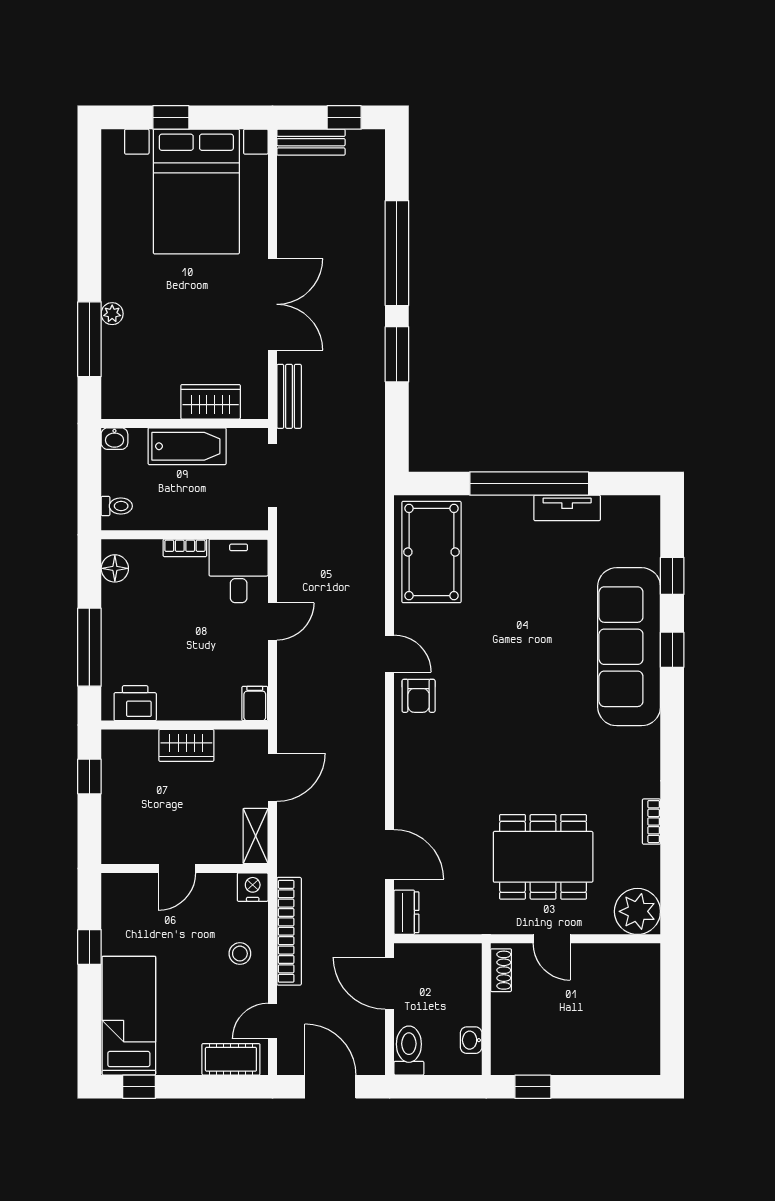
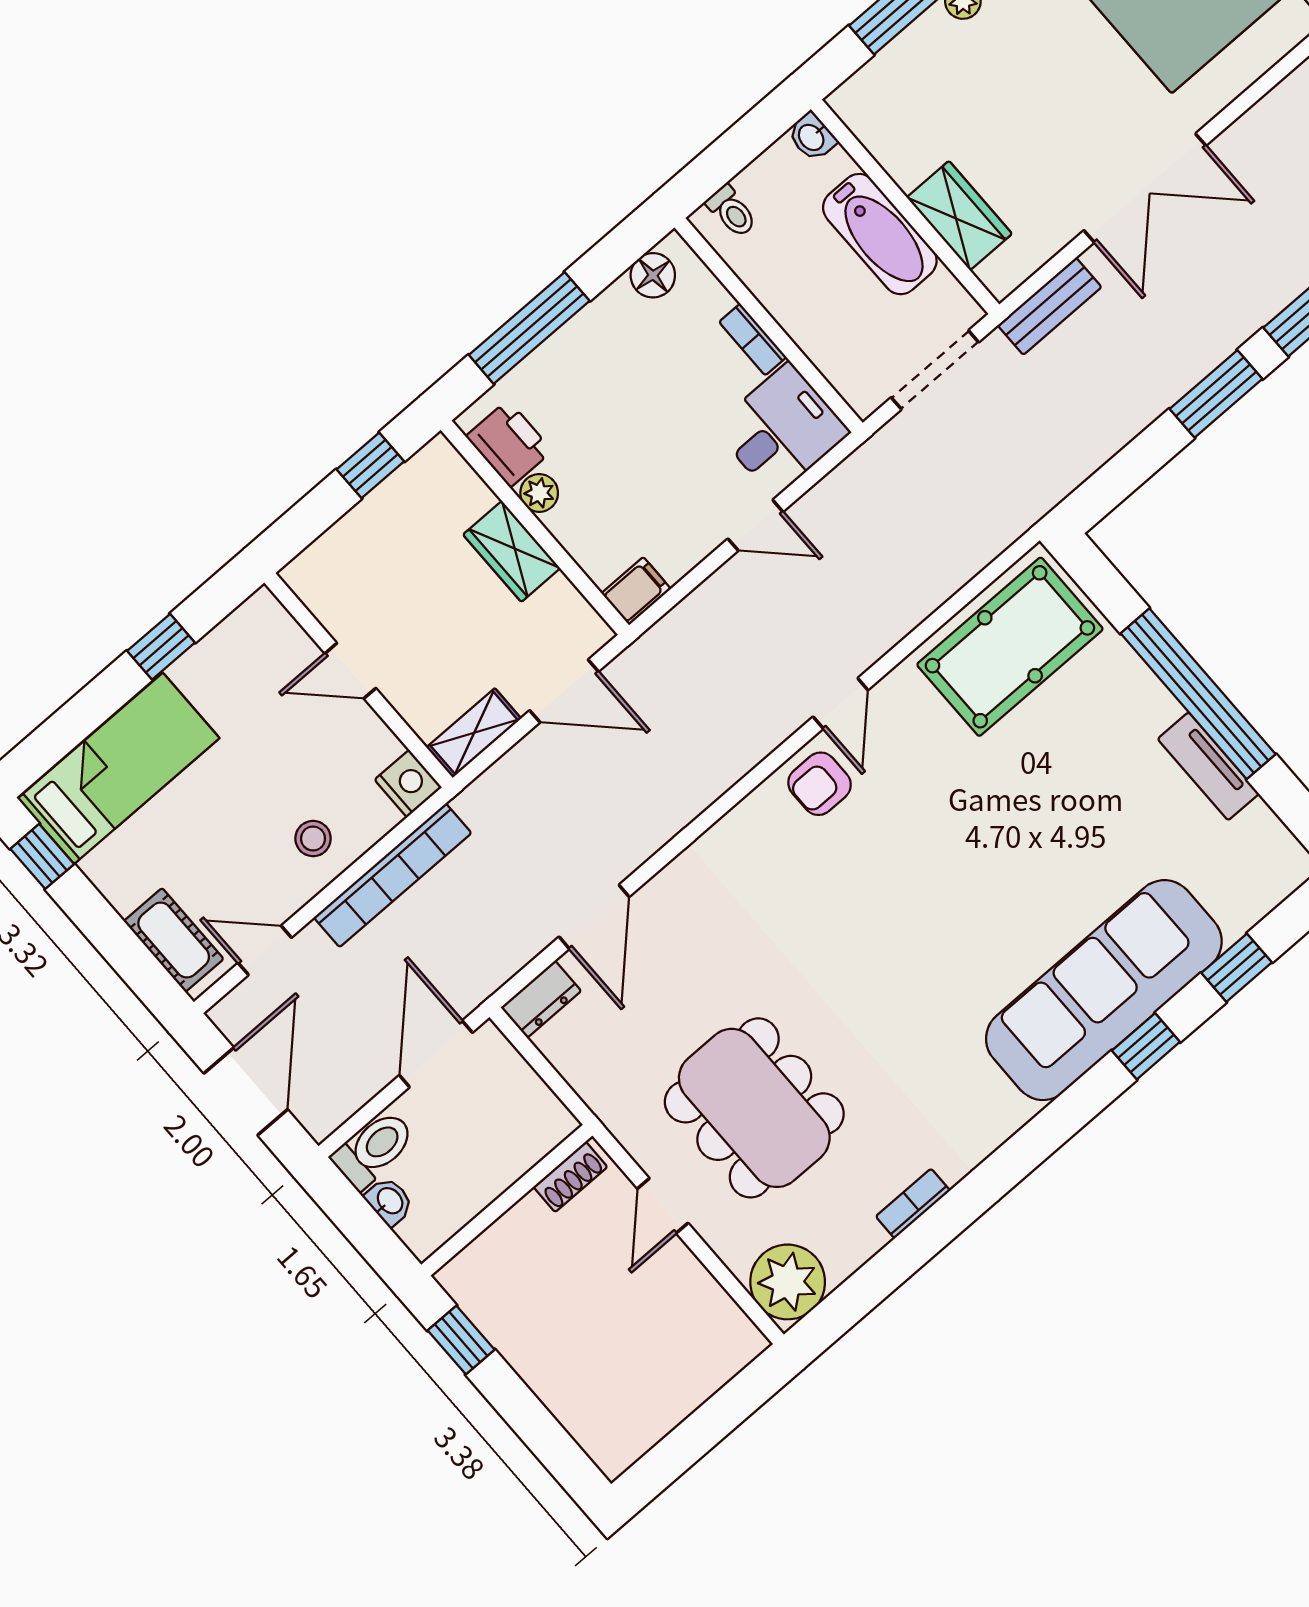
plant: (170, 709) -> (539, 493), added
washbasin: (471, 1040) -> (389, 1201), moved, turned 90

